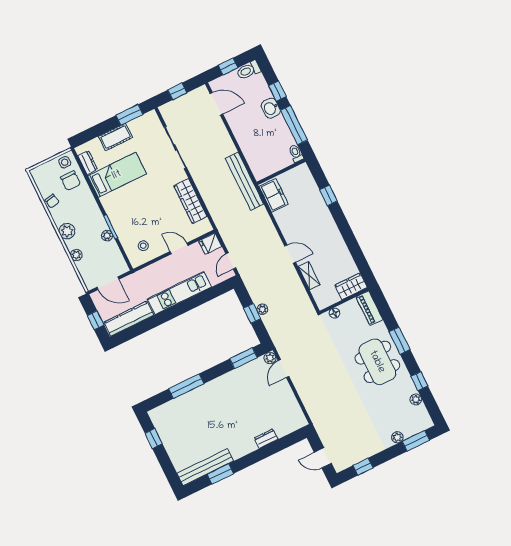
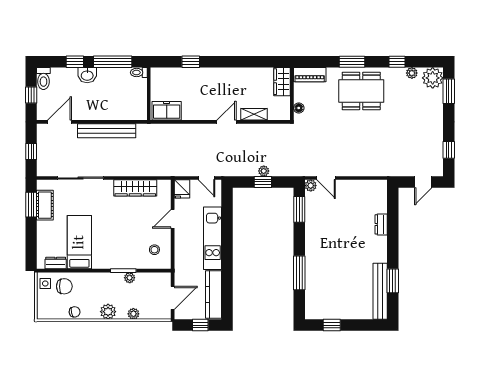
cot: (115, 137) -> (45, 205), moved
bench: (245, 181) -> (107, 131), moved
plant: (397, 437) -> (433, 78), moved, width x1.87, depth x1.87

